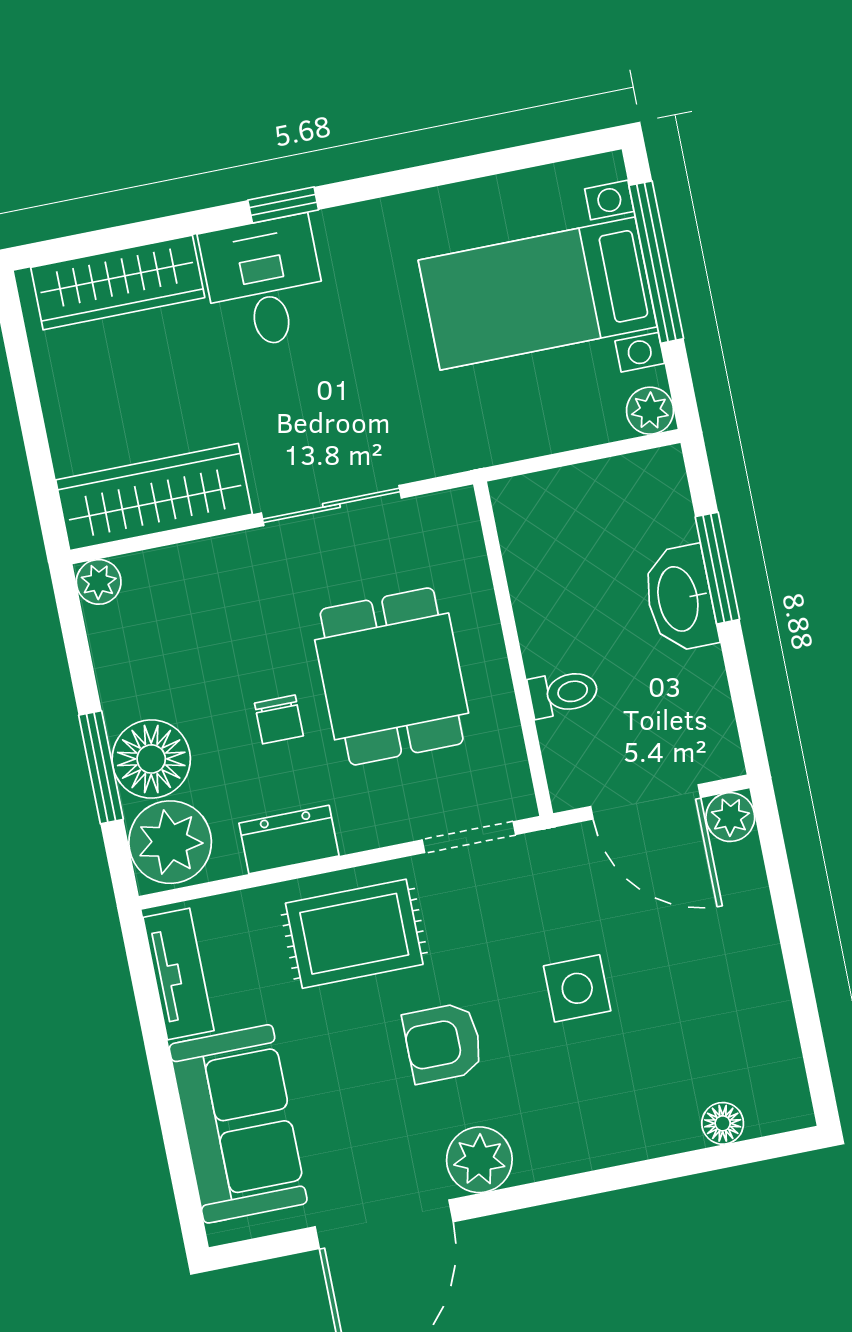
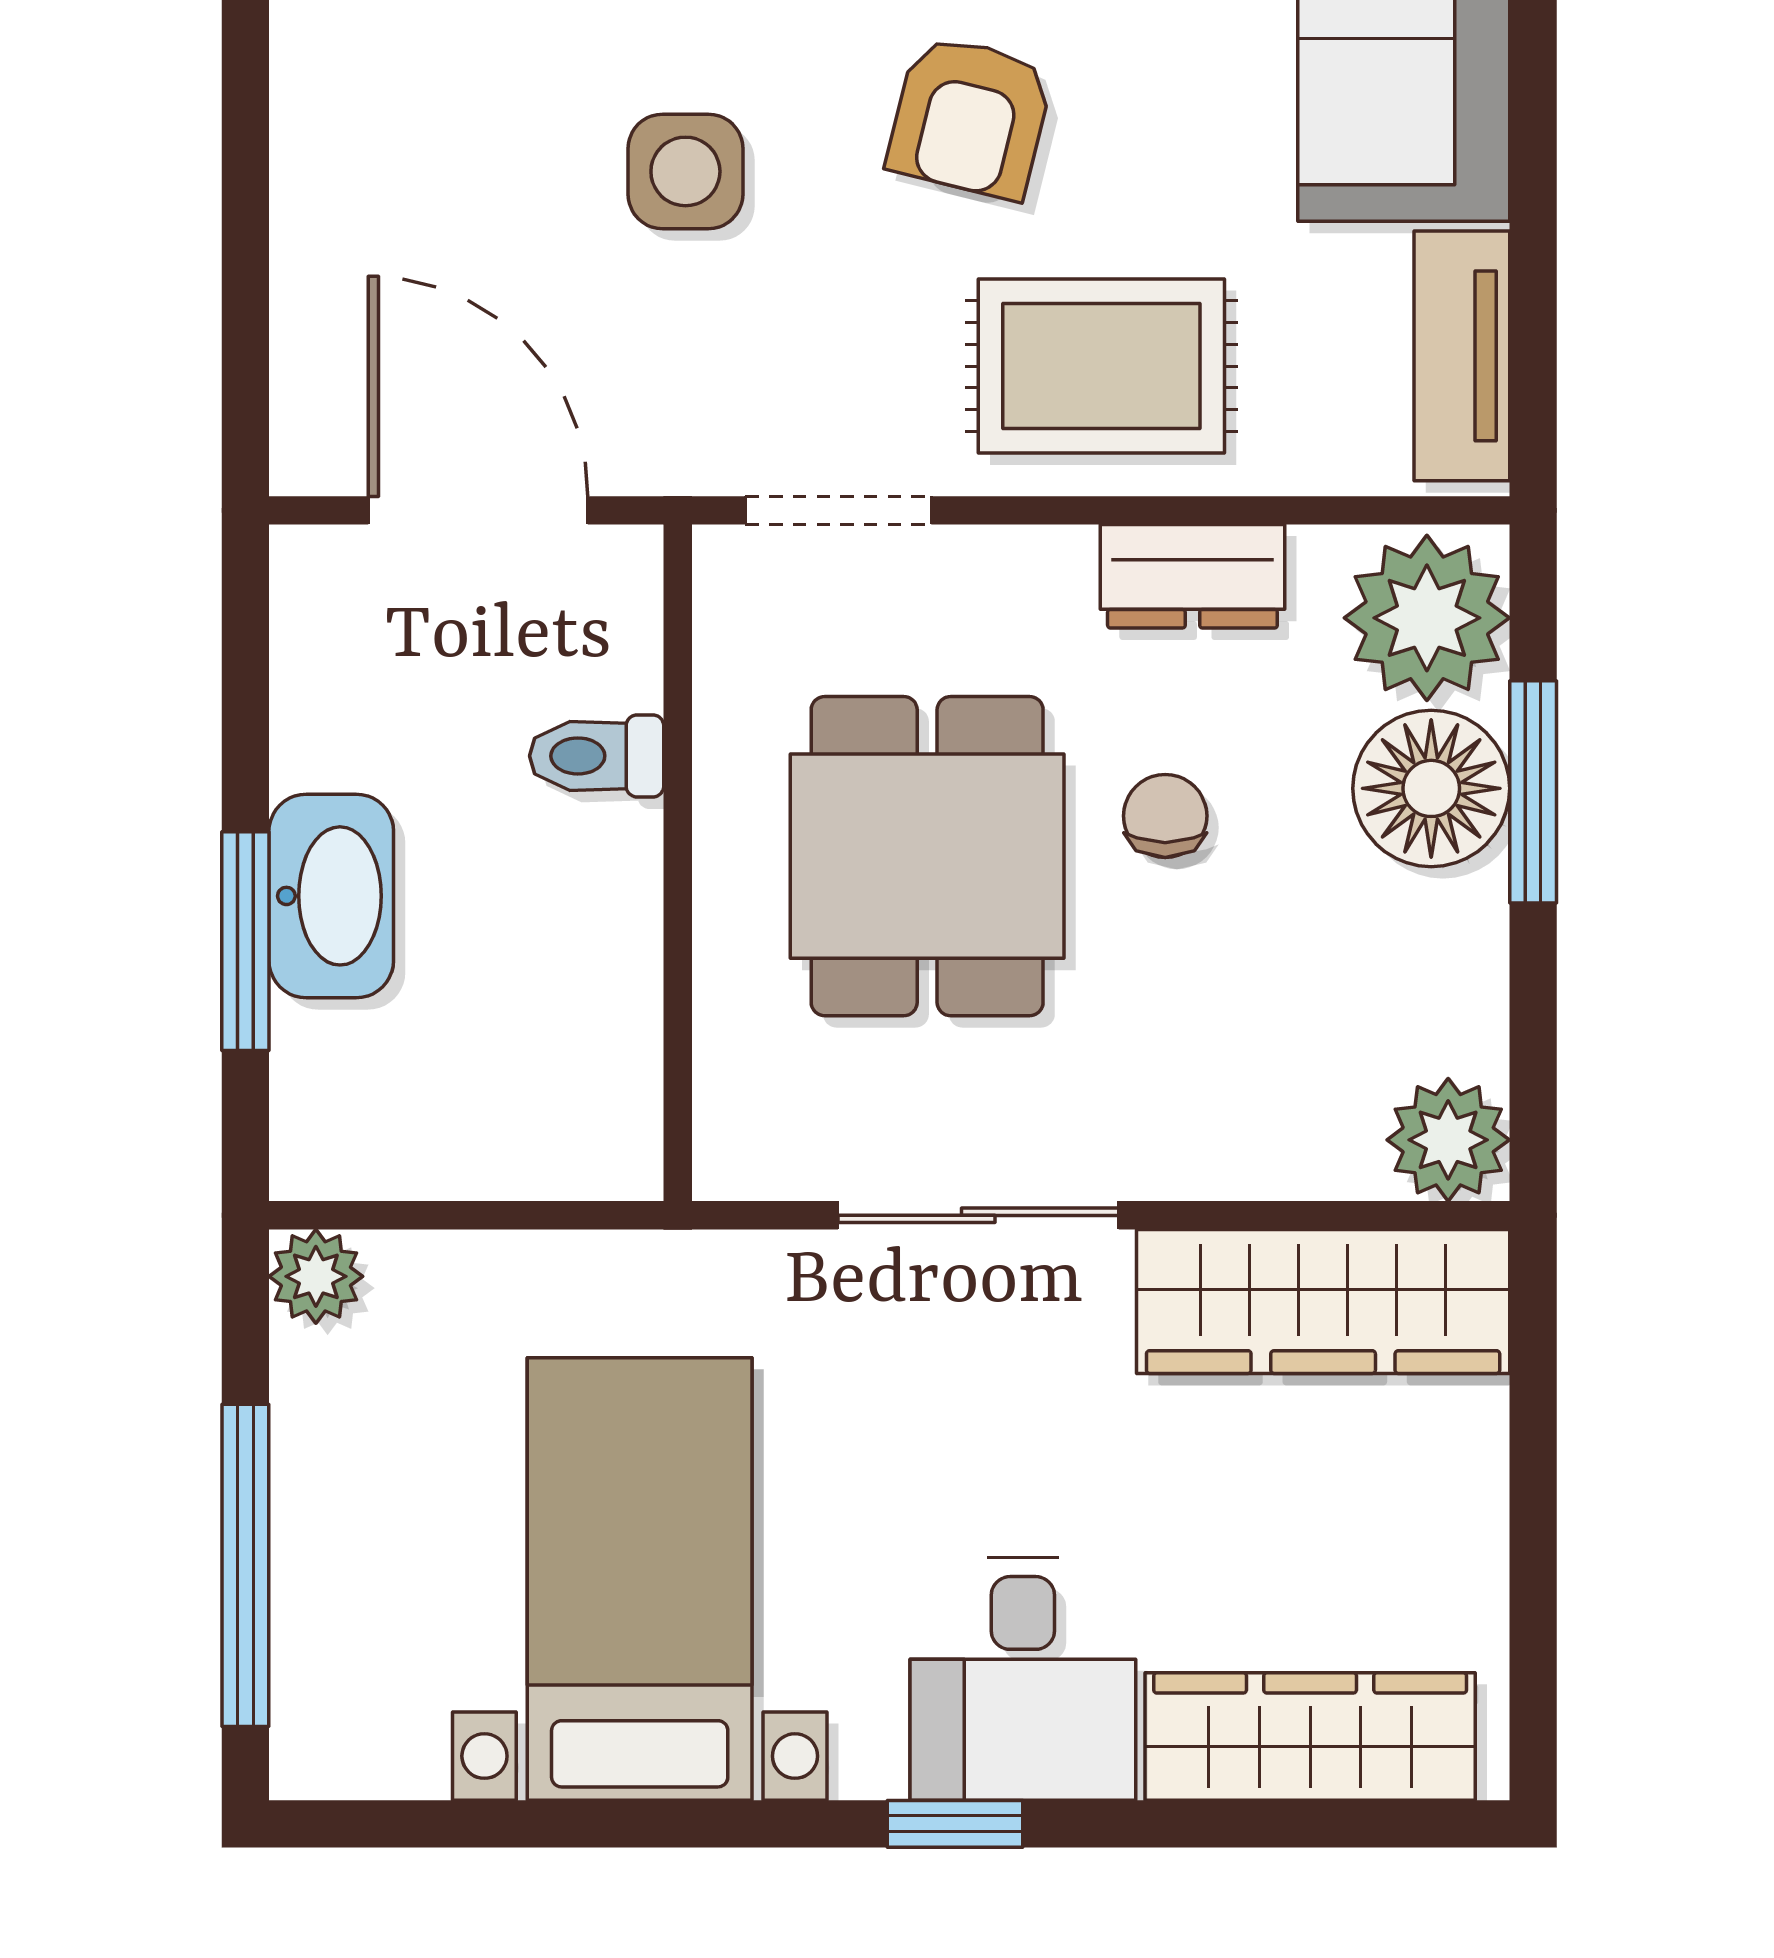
bed with nightstands: (538, 293) -> (640, 1579), moved, turned -90
plant: (99, 582) -> (1448, 1140), width x1.38, depth x1.38
plant: (730, 817) -> (318, 447), removed
armchair: (443, 1043) -> (970, 117), turned 104

